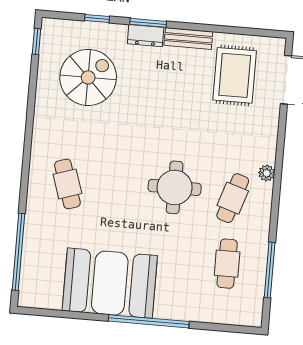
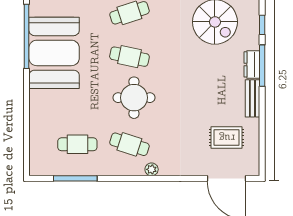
window: (148, 23) -> (262, 66), width x1.44
rug: (235, 75) -> (227, 138), width x0.73, depth x0.70
cafe table: (123, 189) -> (129, 57), added
window: (149, 321) -> (27, 36), moved

